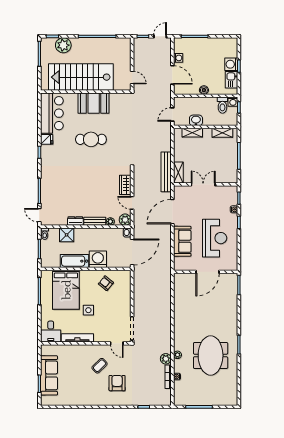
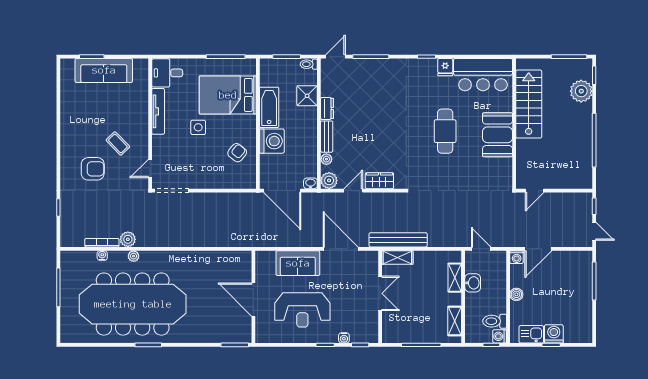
washing machine: (178, 58) -> (517, 257), moved
stairs: (81, 77) -> (529, 104), width x0.73, depth x0.66
meeting table: (211, 355) -> (133, 304), width x1.86, depth x1.27

